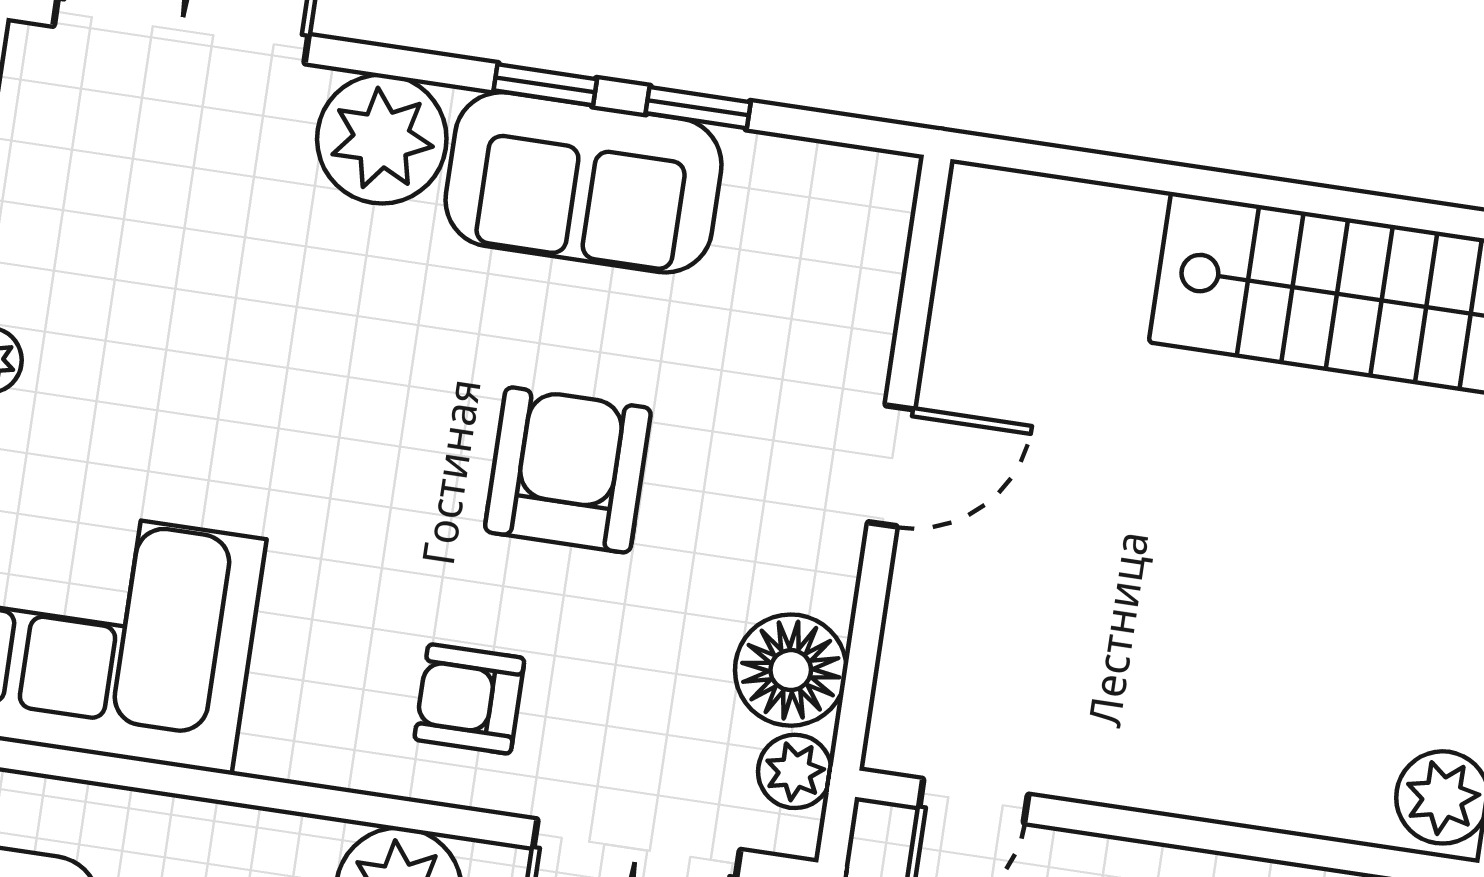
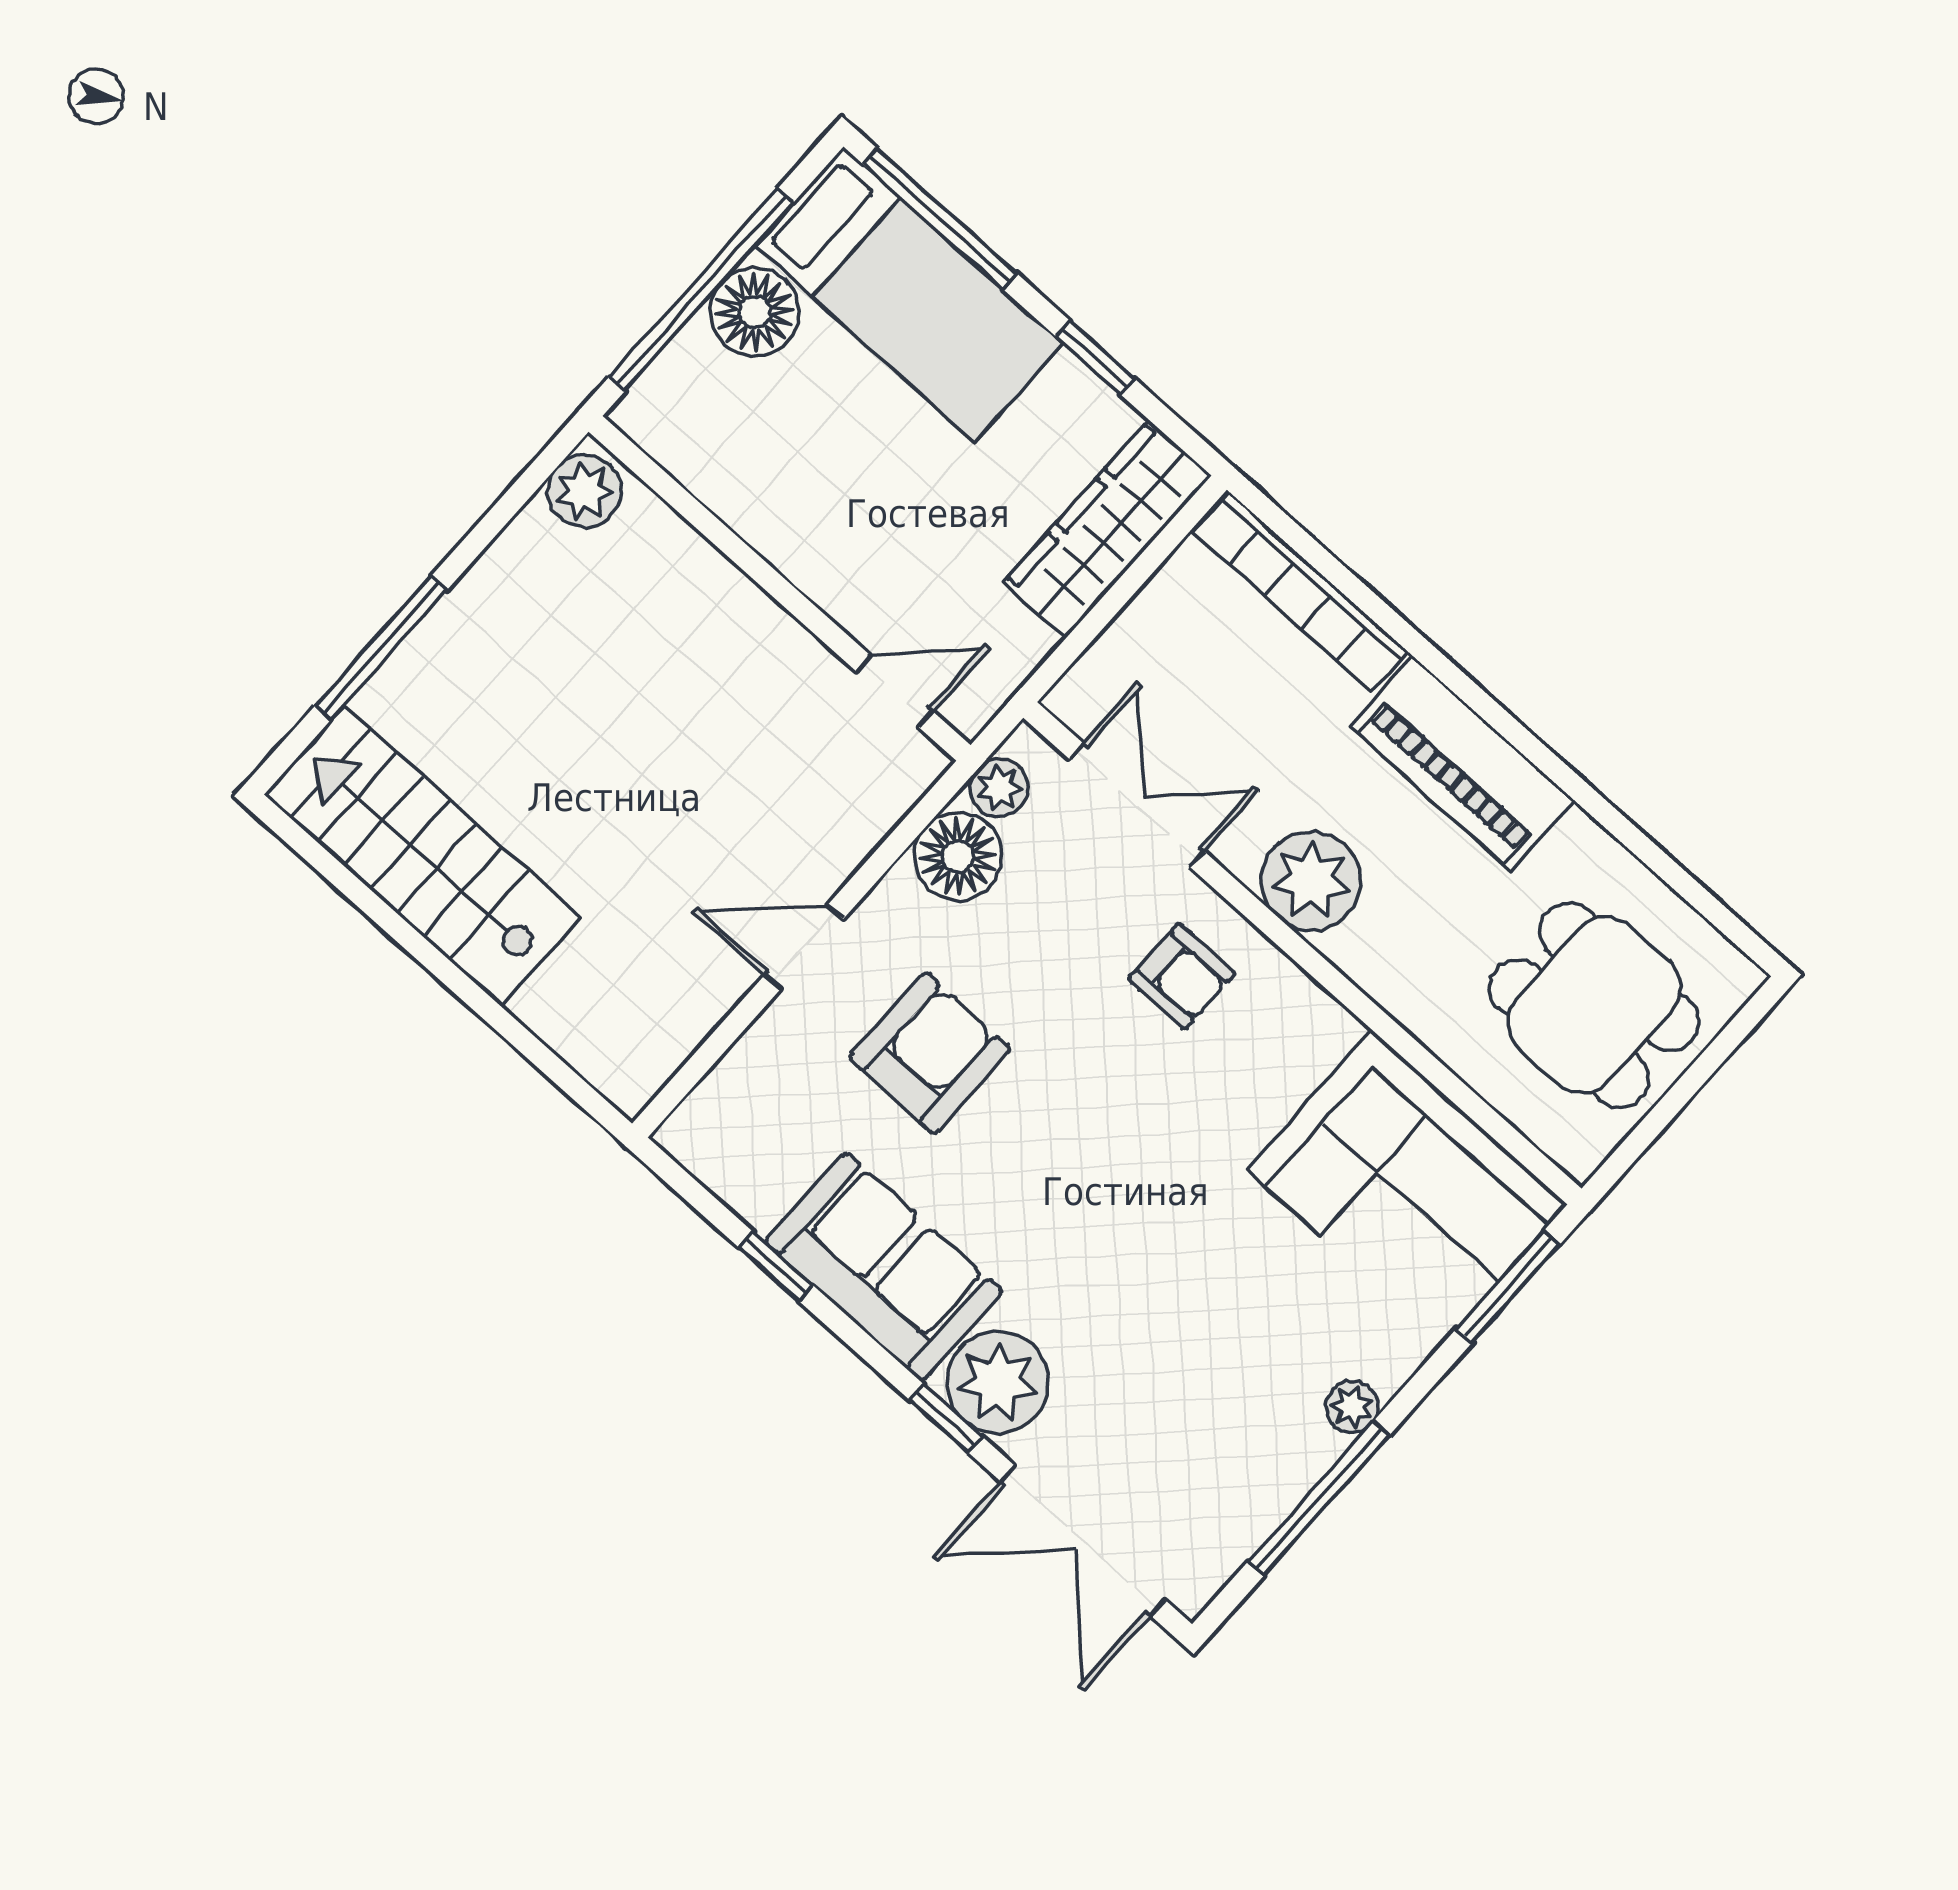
window: (545, 85) -> (946, 1418), moved
armchair: (568, 470) -> (930, 1053), moved, turned 180

